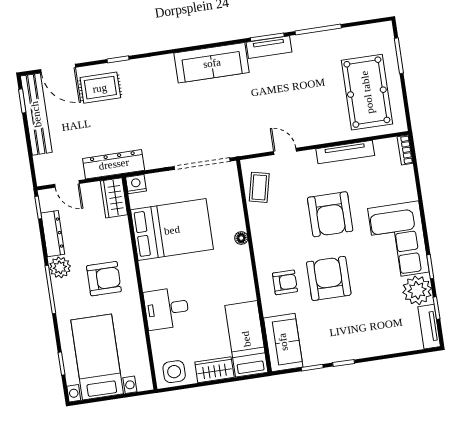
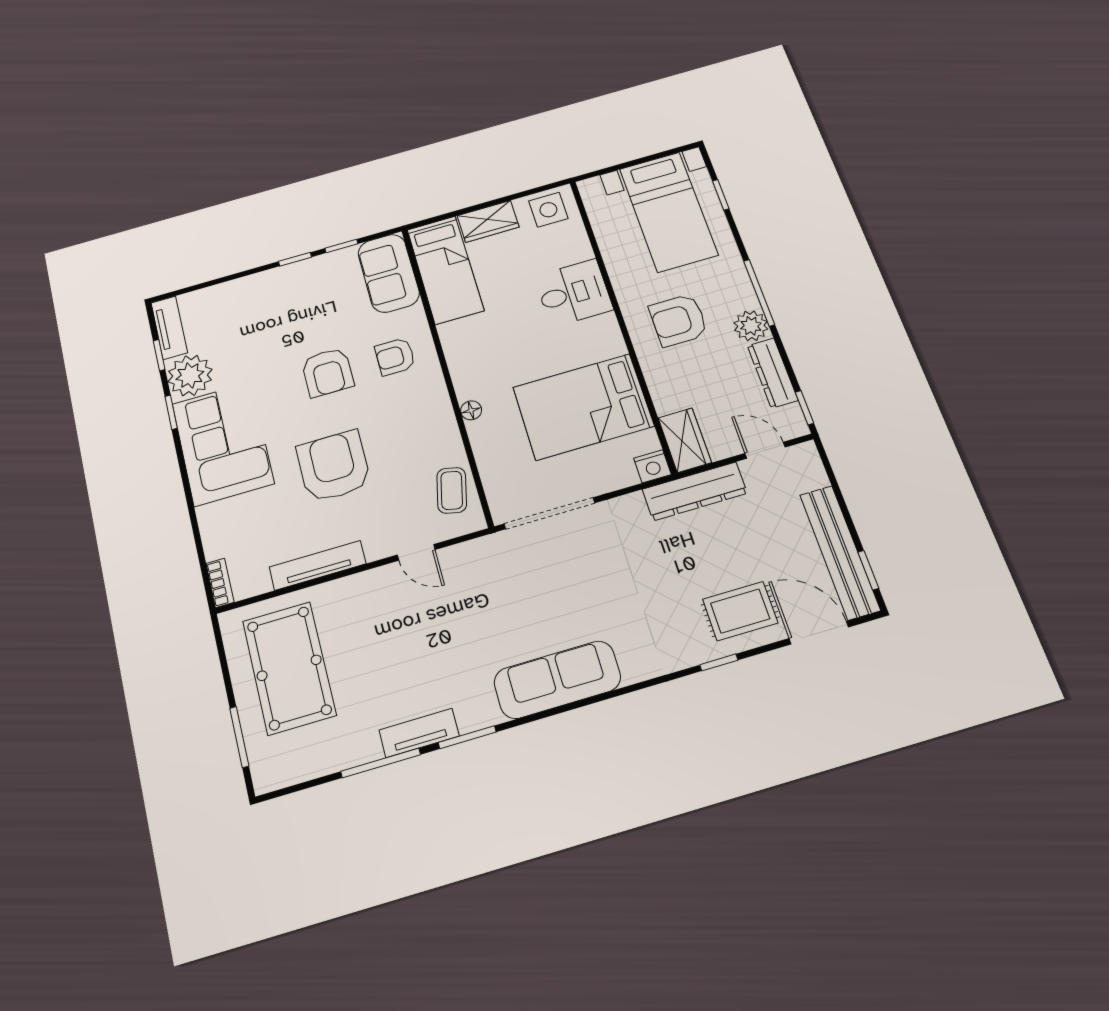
tv unit: (269, 47) -> (419, 733), moved
armchair: (329, 278) -> (328, 372), width x0.73, depth x0.73

